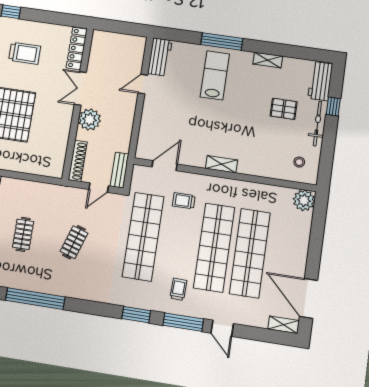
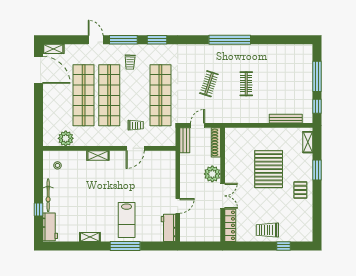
trolley: (25, 53) -> (267, 230), moved
pallet: (284, 109) -> (74, 203), removed
shelving: (221, 164) -> (98, 156), moved
door: (165, 166) -> (135, 148), moved
plant: (304, 200) -> (66, 138), moved

